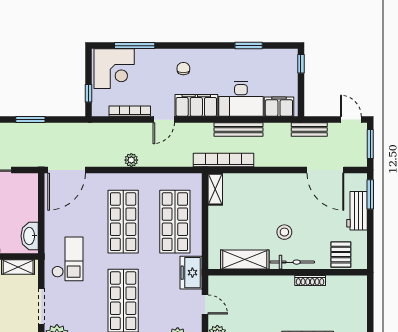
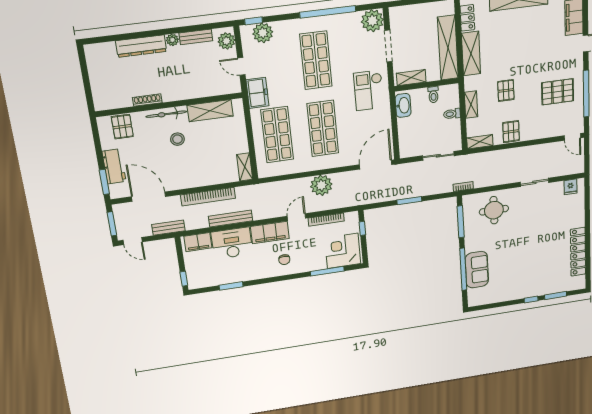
plant: (131, 160) -> (321, 185), width x1.88, depth x1.88
bookcase: (224, 160) -> (208, 197), moved

